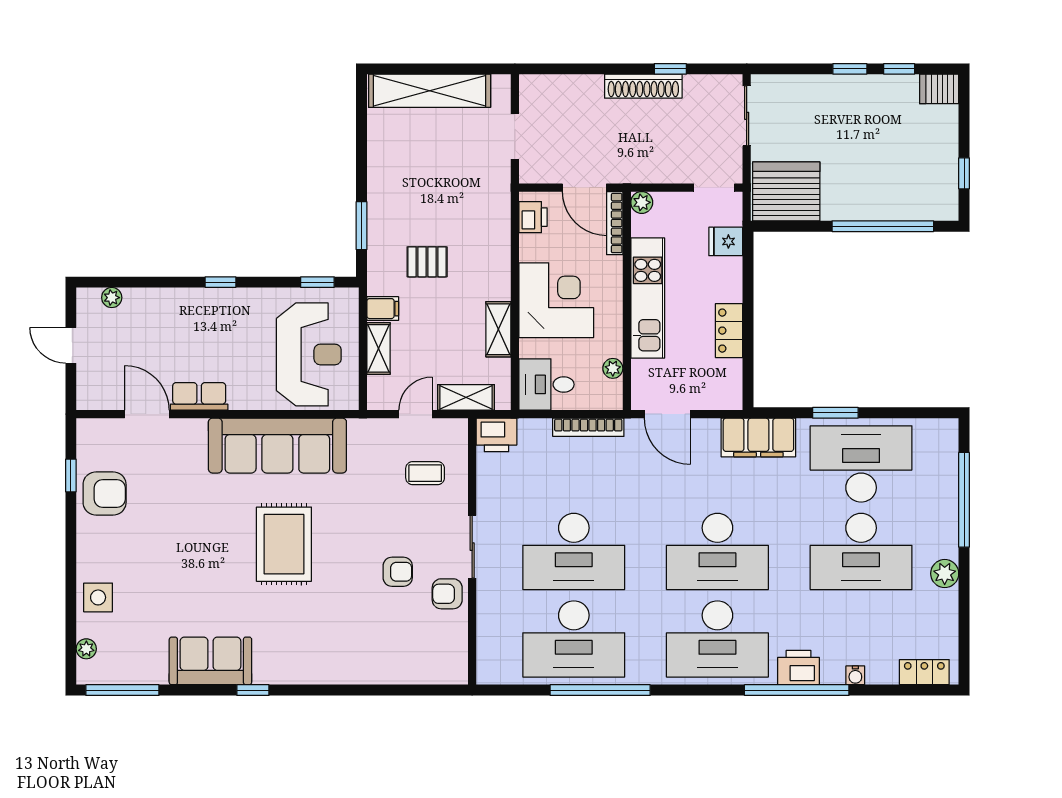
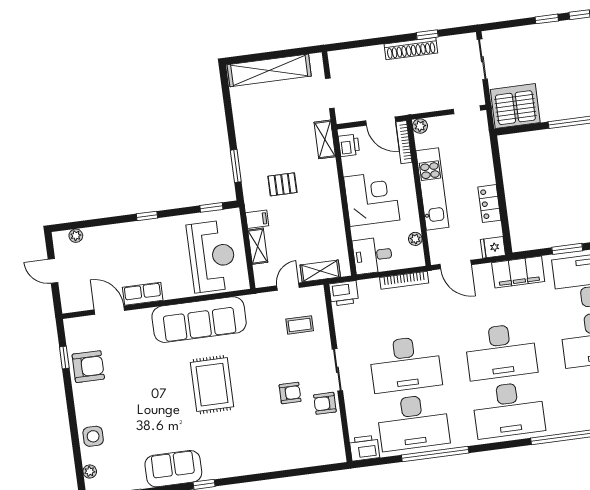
fridge: (726, 241) -> (493, 247), moved
shelving: (498, 329) -> (325, 139), moved
printer: (798, 668) -> (364, 448), moved

